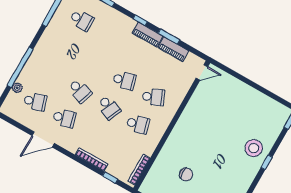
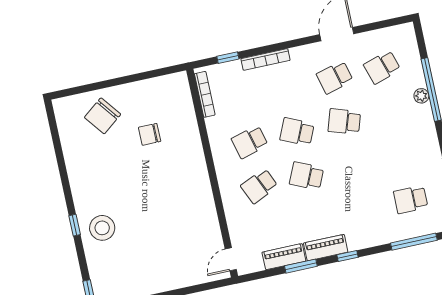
school desk: (124, 80) -> (307, 176), turned 39
plant: (17, 88) -> (421, 96), moved

